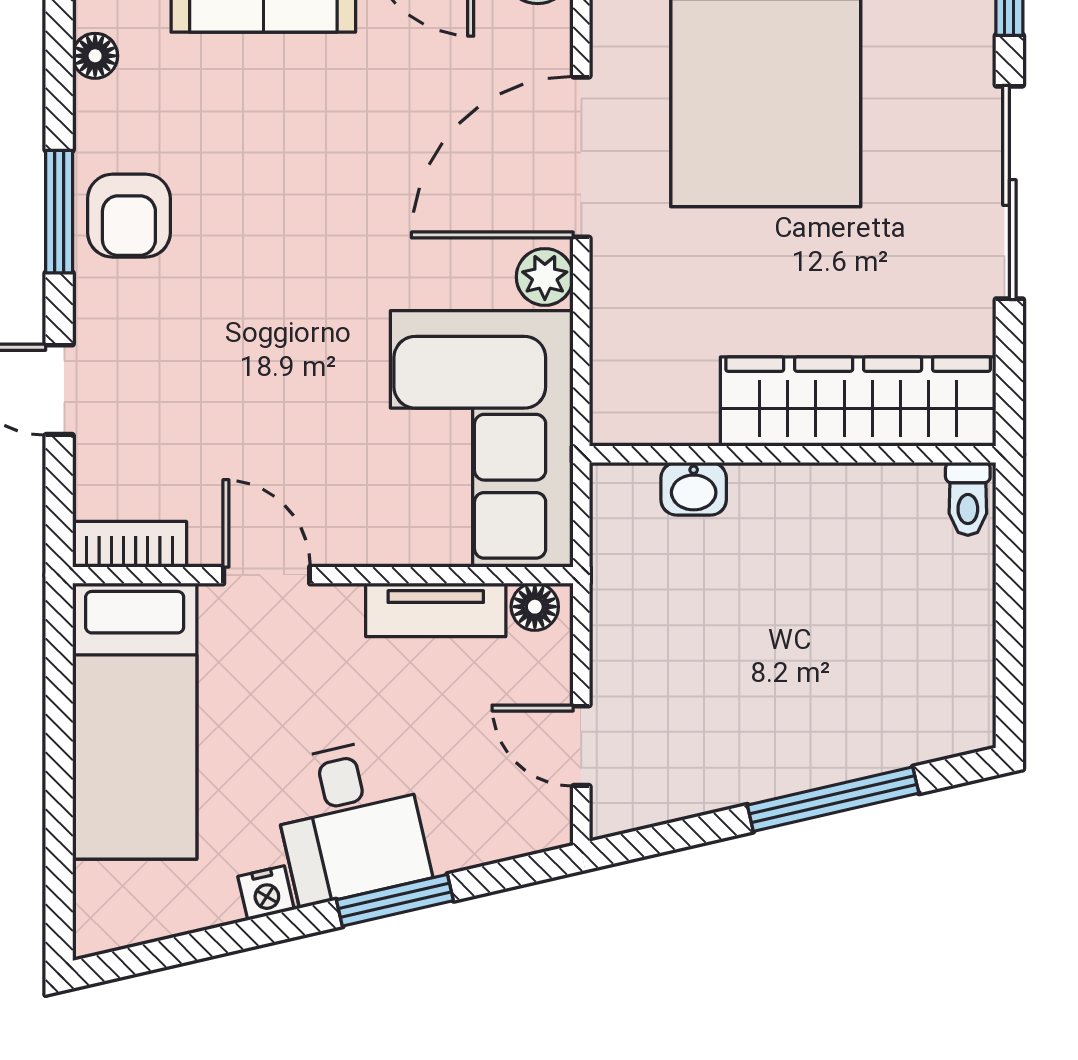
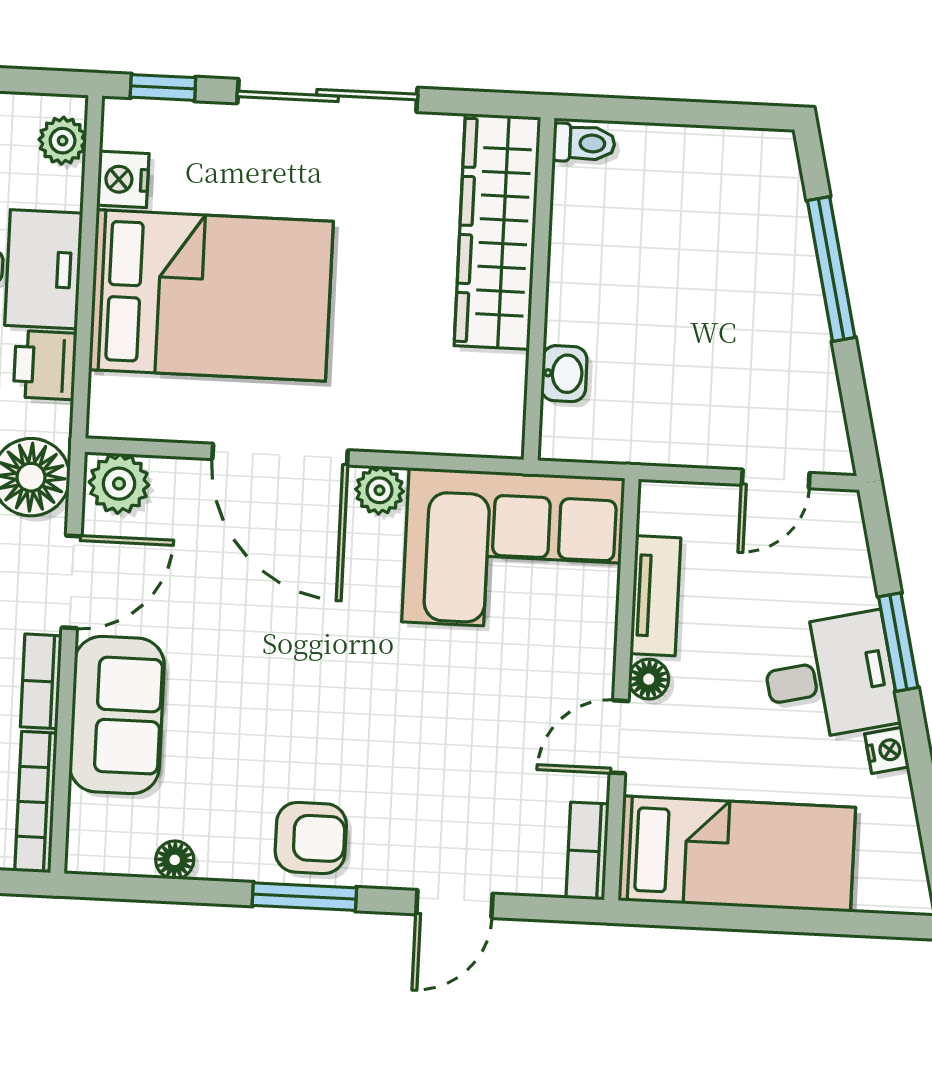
floor lamp: (535, 607) -> (649, 679), moved

